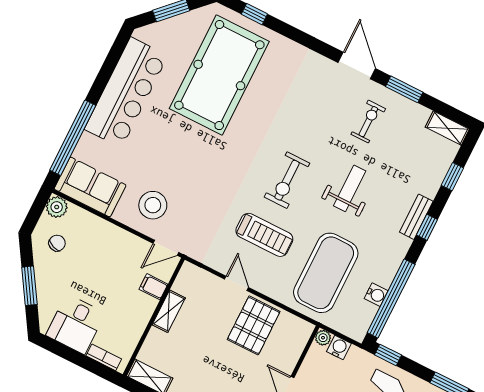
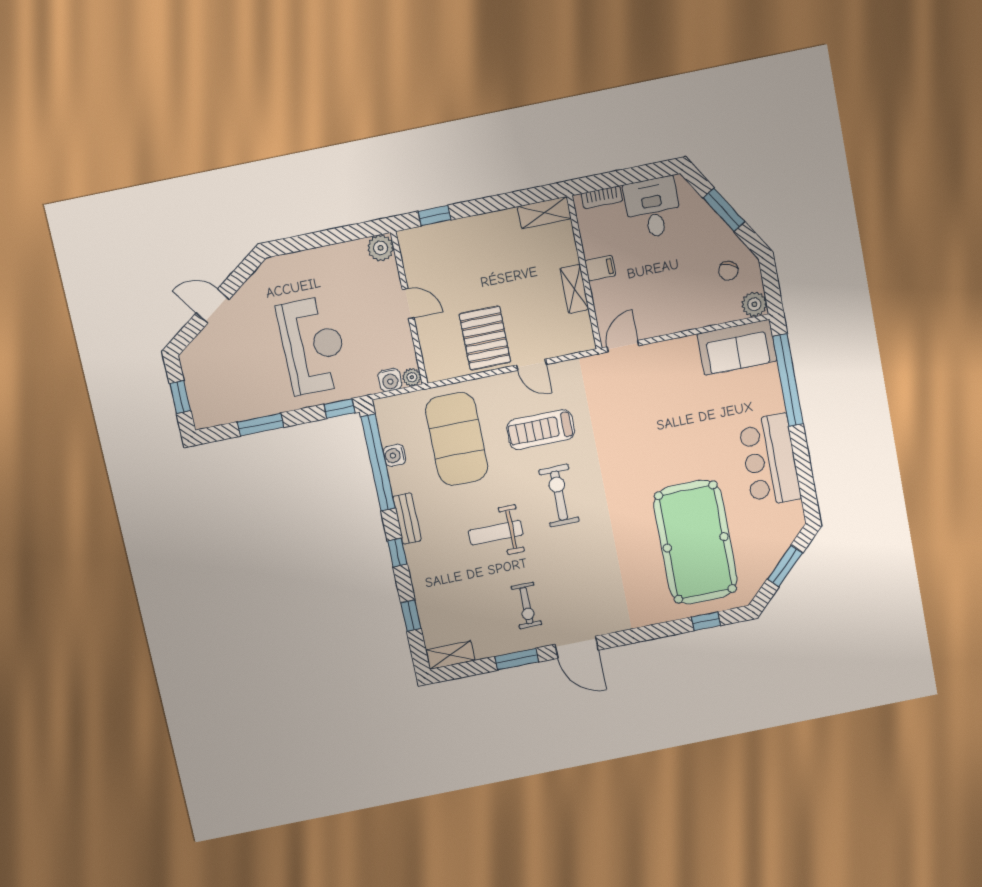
bar counter: (126, 92) -> (770, 460), width x0.73
weight bench: (350, 188) -> (496, 533), turned 90
stool: (153, 205) -> (666, 376), removed
bench: (416, 217) -> (407, 518), moved
filing cabinet: (153, 287) -> (600, 268), moved

